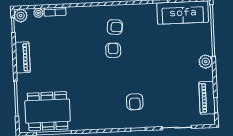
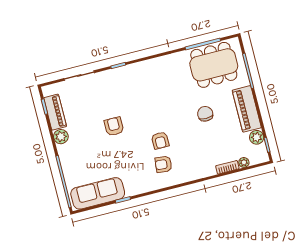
plant: (21, 16) -> (257, 137), moved
piano: (23, 57) -> (247, 109), width x1.37, depth x1.33
plant: (206, 62) -> (61, 137), moved
chair: (65, 67) -> (205, 114), added
armchair: (135, 102) -> (114, 126), moved

